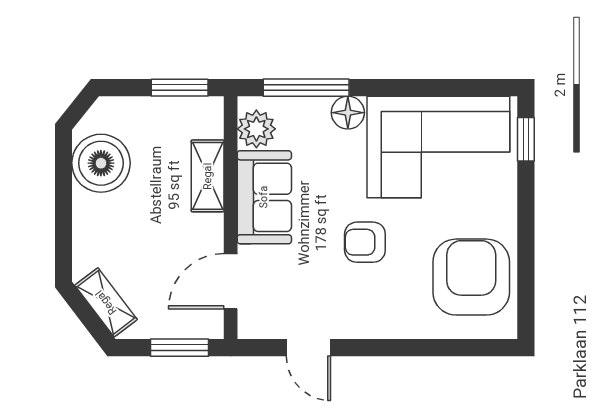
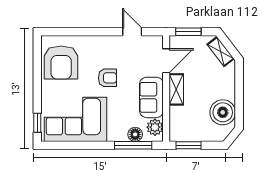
floor lamp: (348, 113) -> (135, 134), moved
shelving: (208, 176) -> (176, 89), moved

